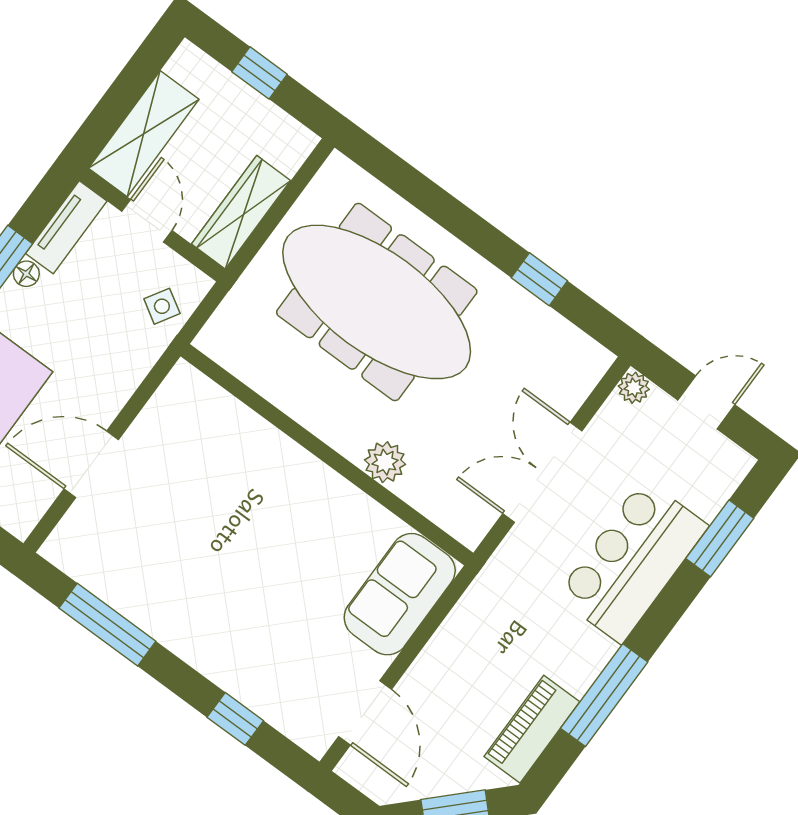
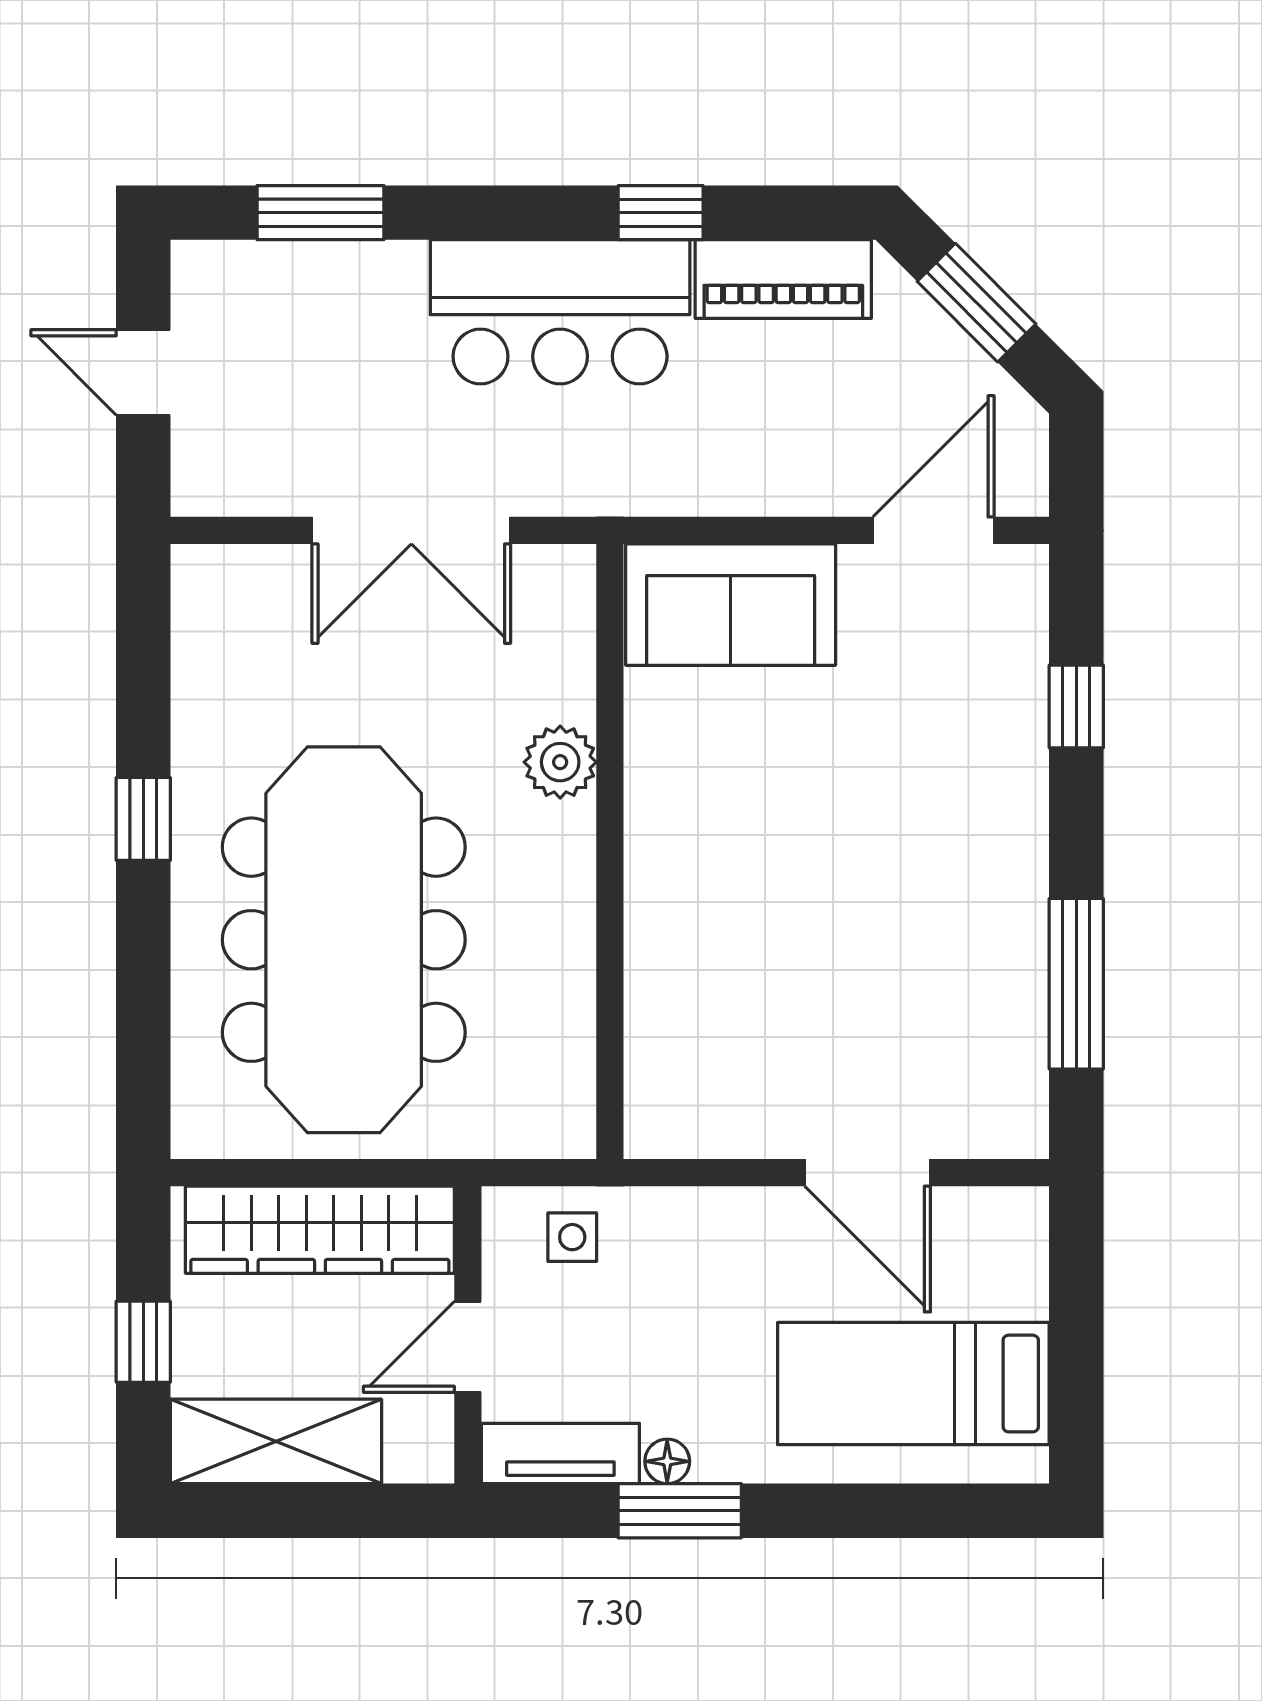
shelving: (144, 134) -> (276, 1441), moved
wardrobe: (241, 212) -> (320, 1230), width x1.40, depth x1.17
window: (539, 279) -> (143, 819), moved
side table: (162, 306) -> (572, 1237), turned -31
plant: (634, 388) -> (198, 489), removed
bar counter: (632, 561) -> (560, 312), moved
window: (604, 695) -> (661, 213), width x0.46

